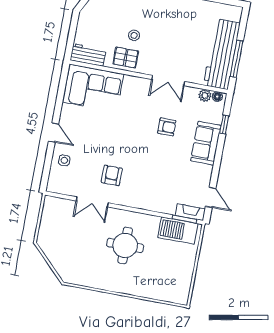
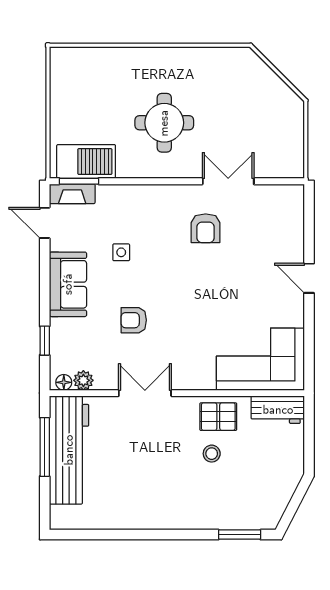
sofa: (206, 143) -> (68, 284), moved
side table: (64, 160) -> (121, 252), moved

